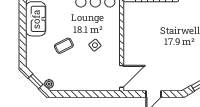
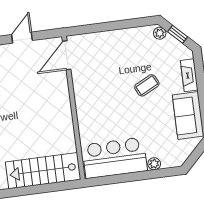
side table: (95, 45) -> (107, 91), removed
fireplace: (31, 49) -> (189, 75), added

